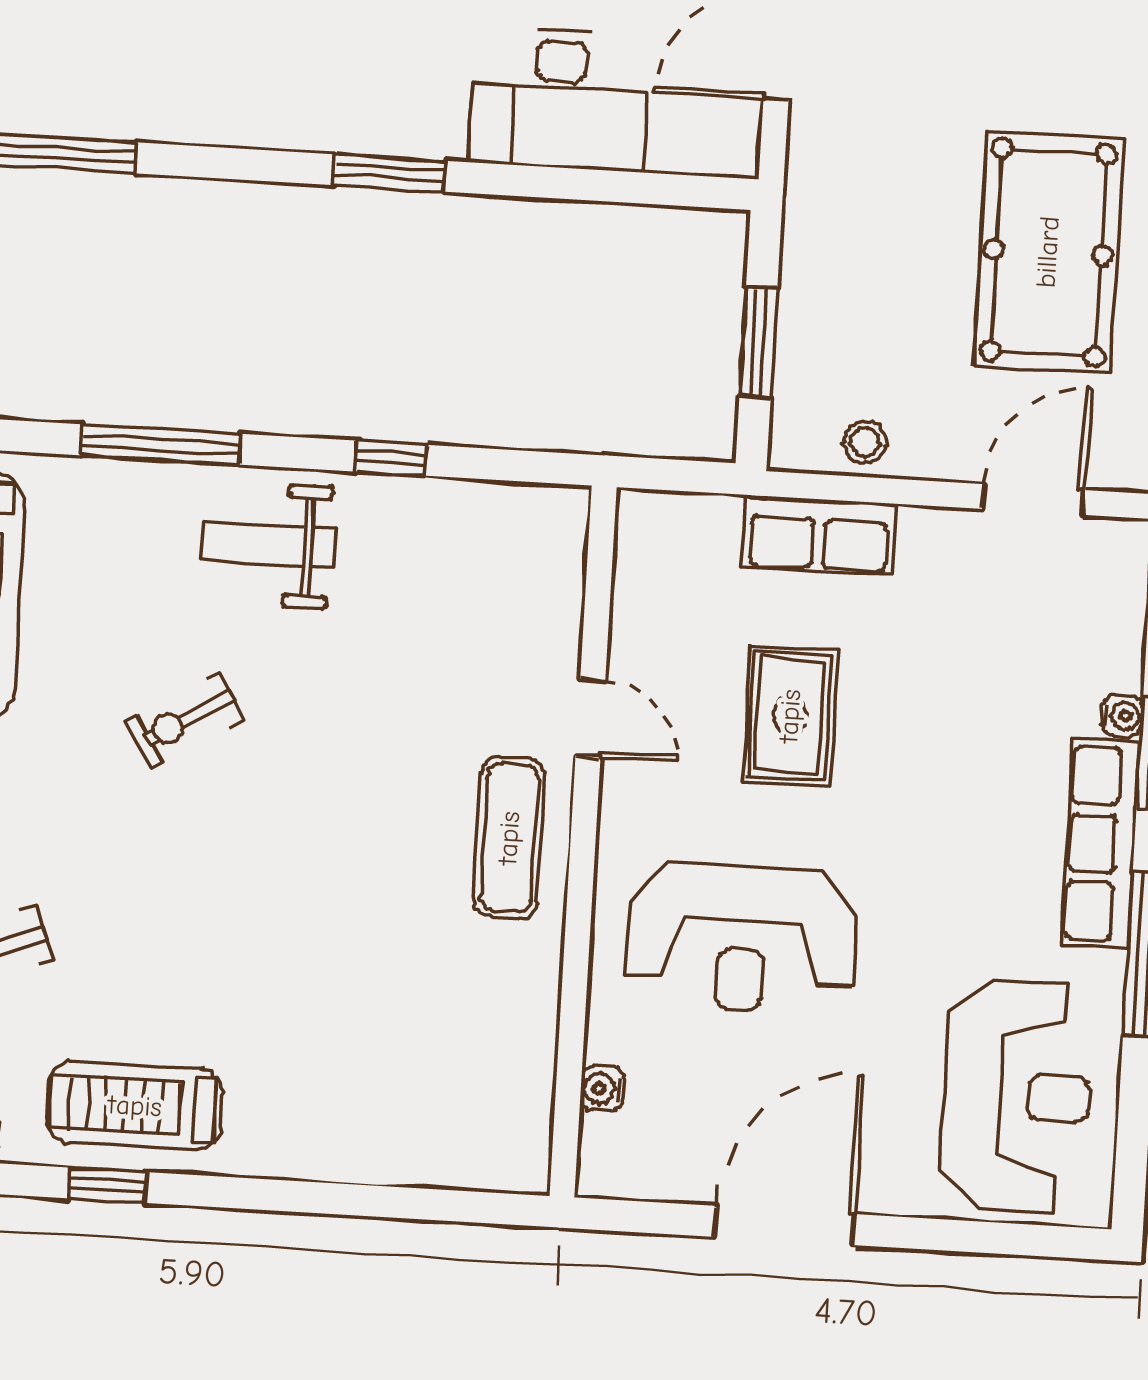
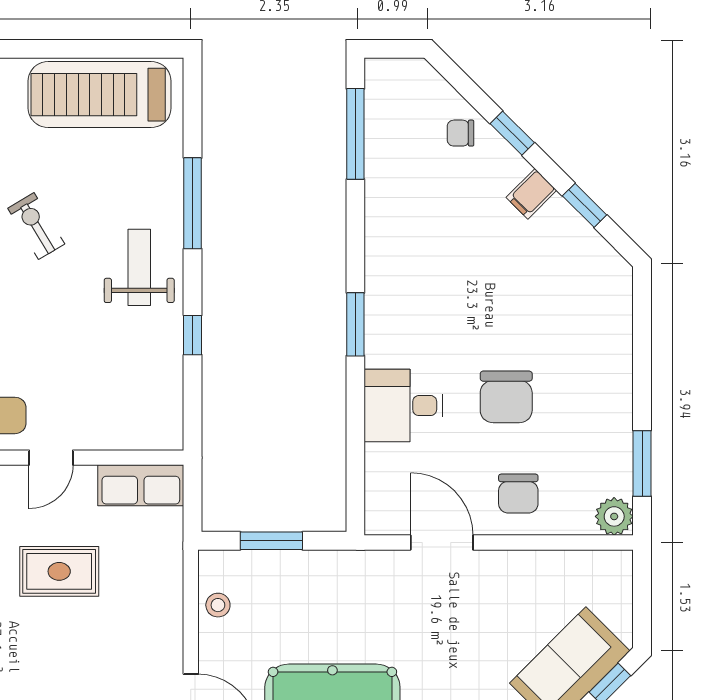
desk: (560, 99) -> (404, 406), width x0.73
row of seats: (819, 535) -> (141, 485), moved, turned -90

